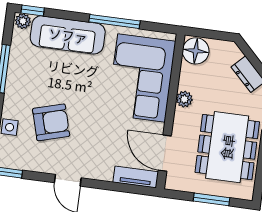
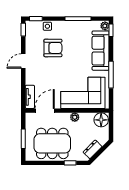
armchair: (51, 122) -> (53, 48), turned -74

